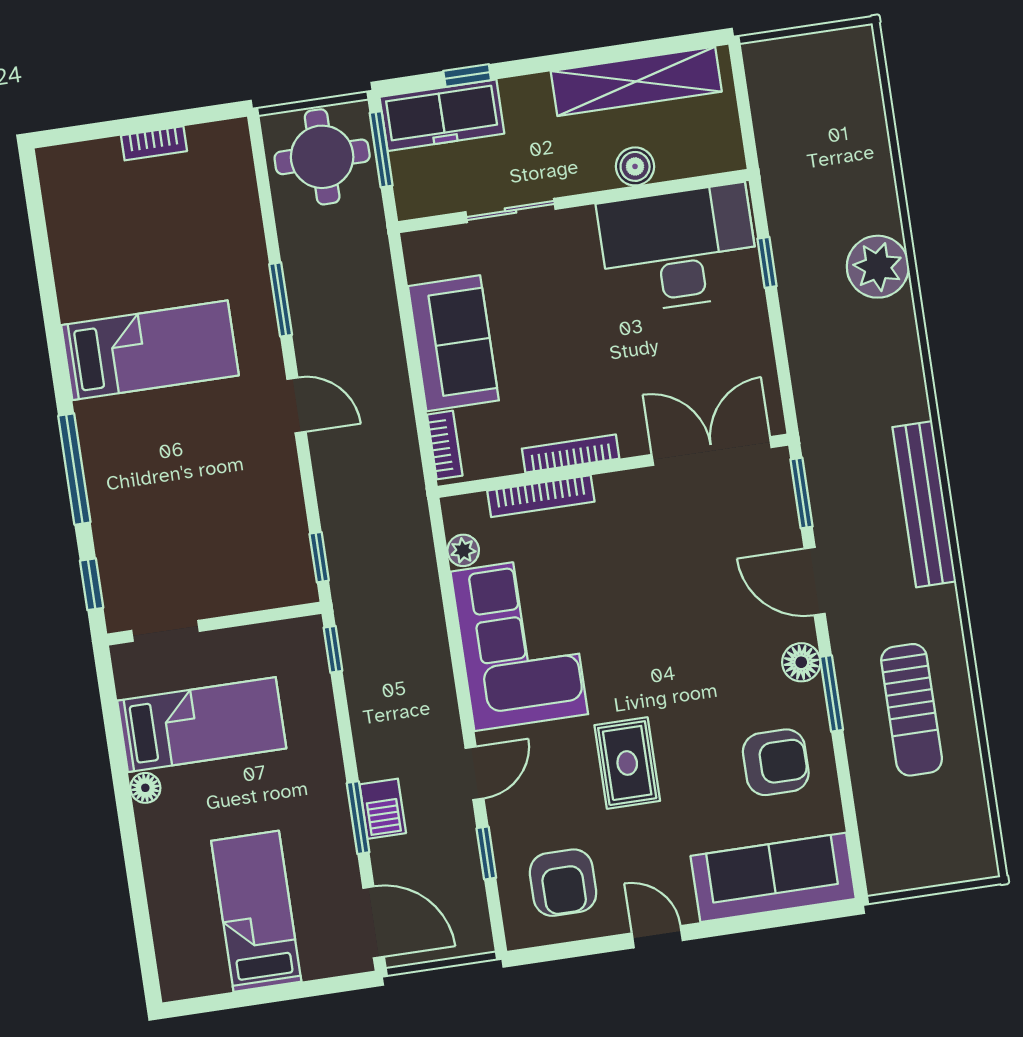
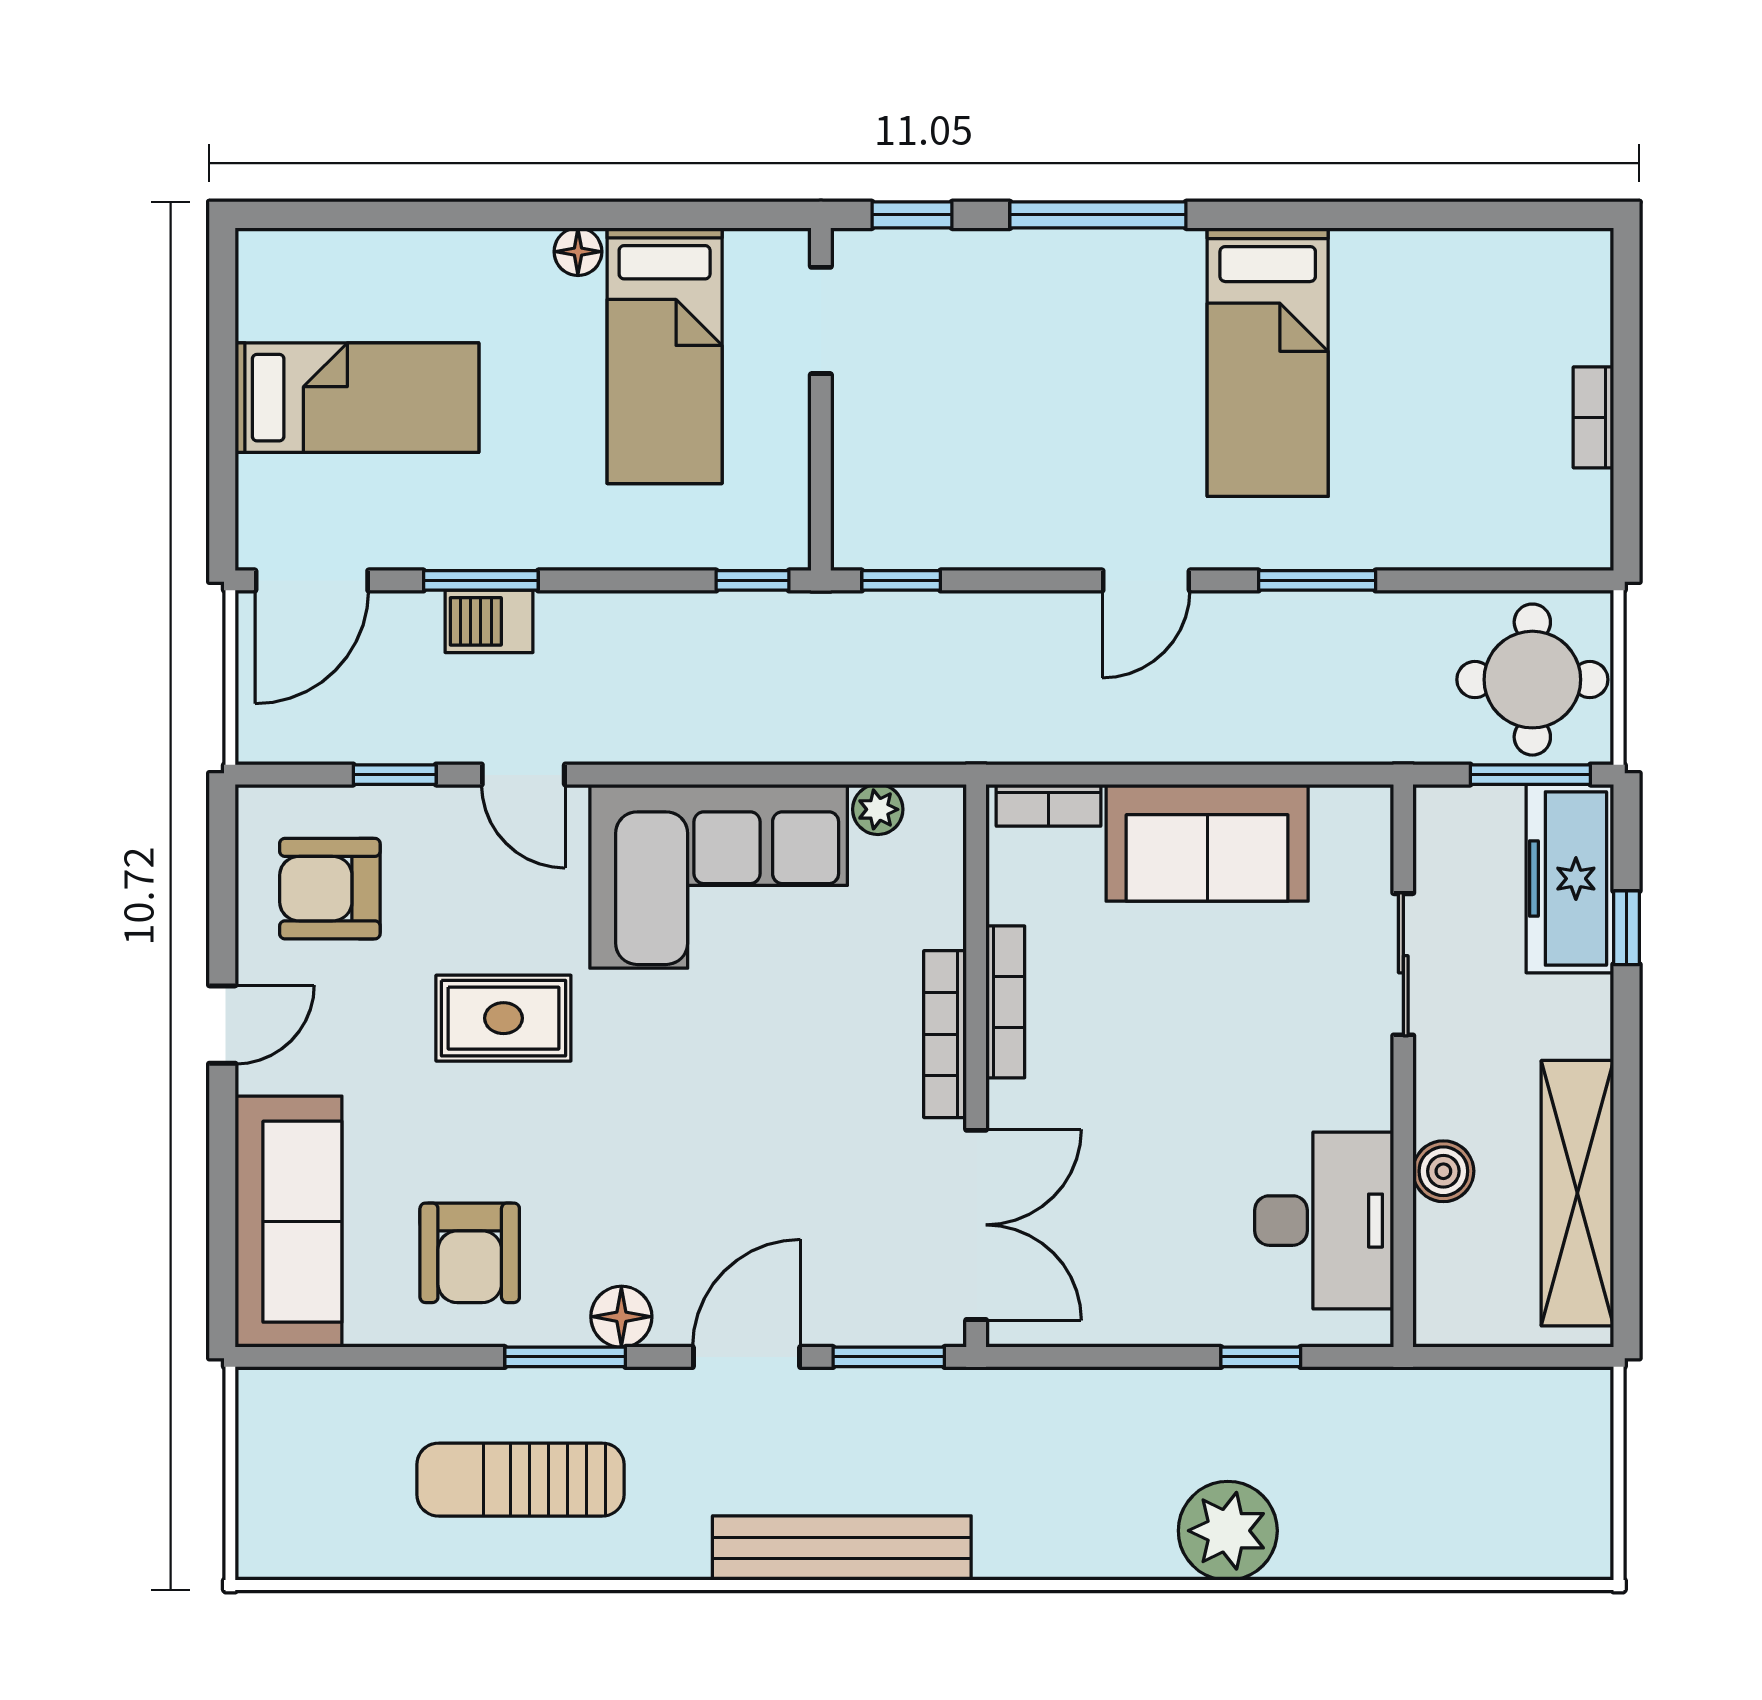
desk: (679, 249) -> (1324, 1221), width x0.73, depth x0.77
bookcase: (541, 496) -> (945, 1034), moved

